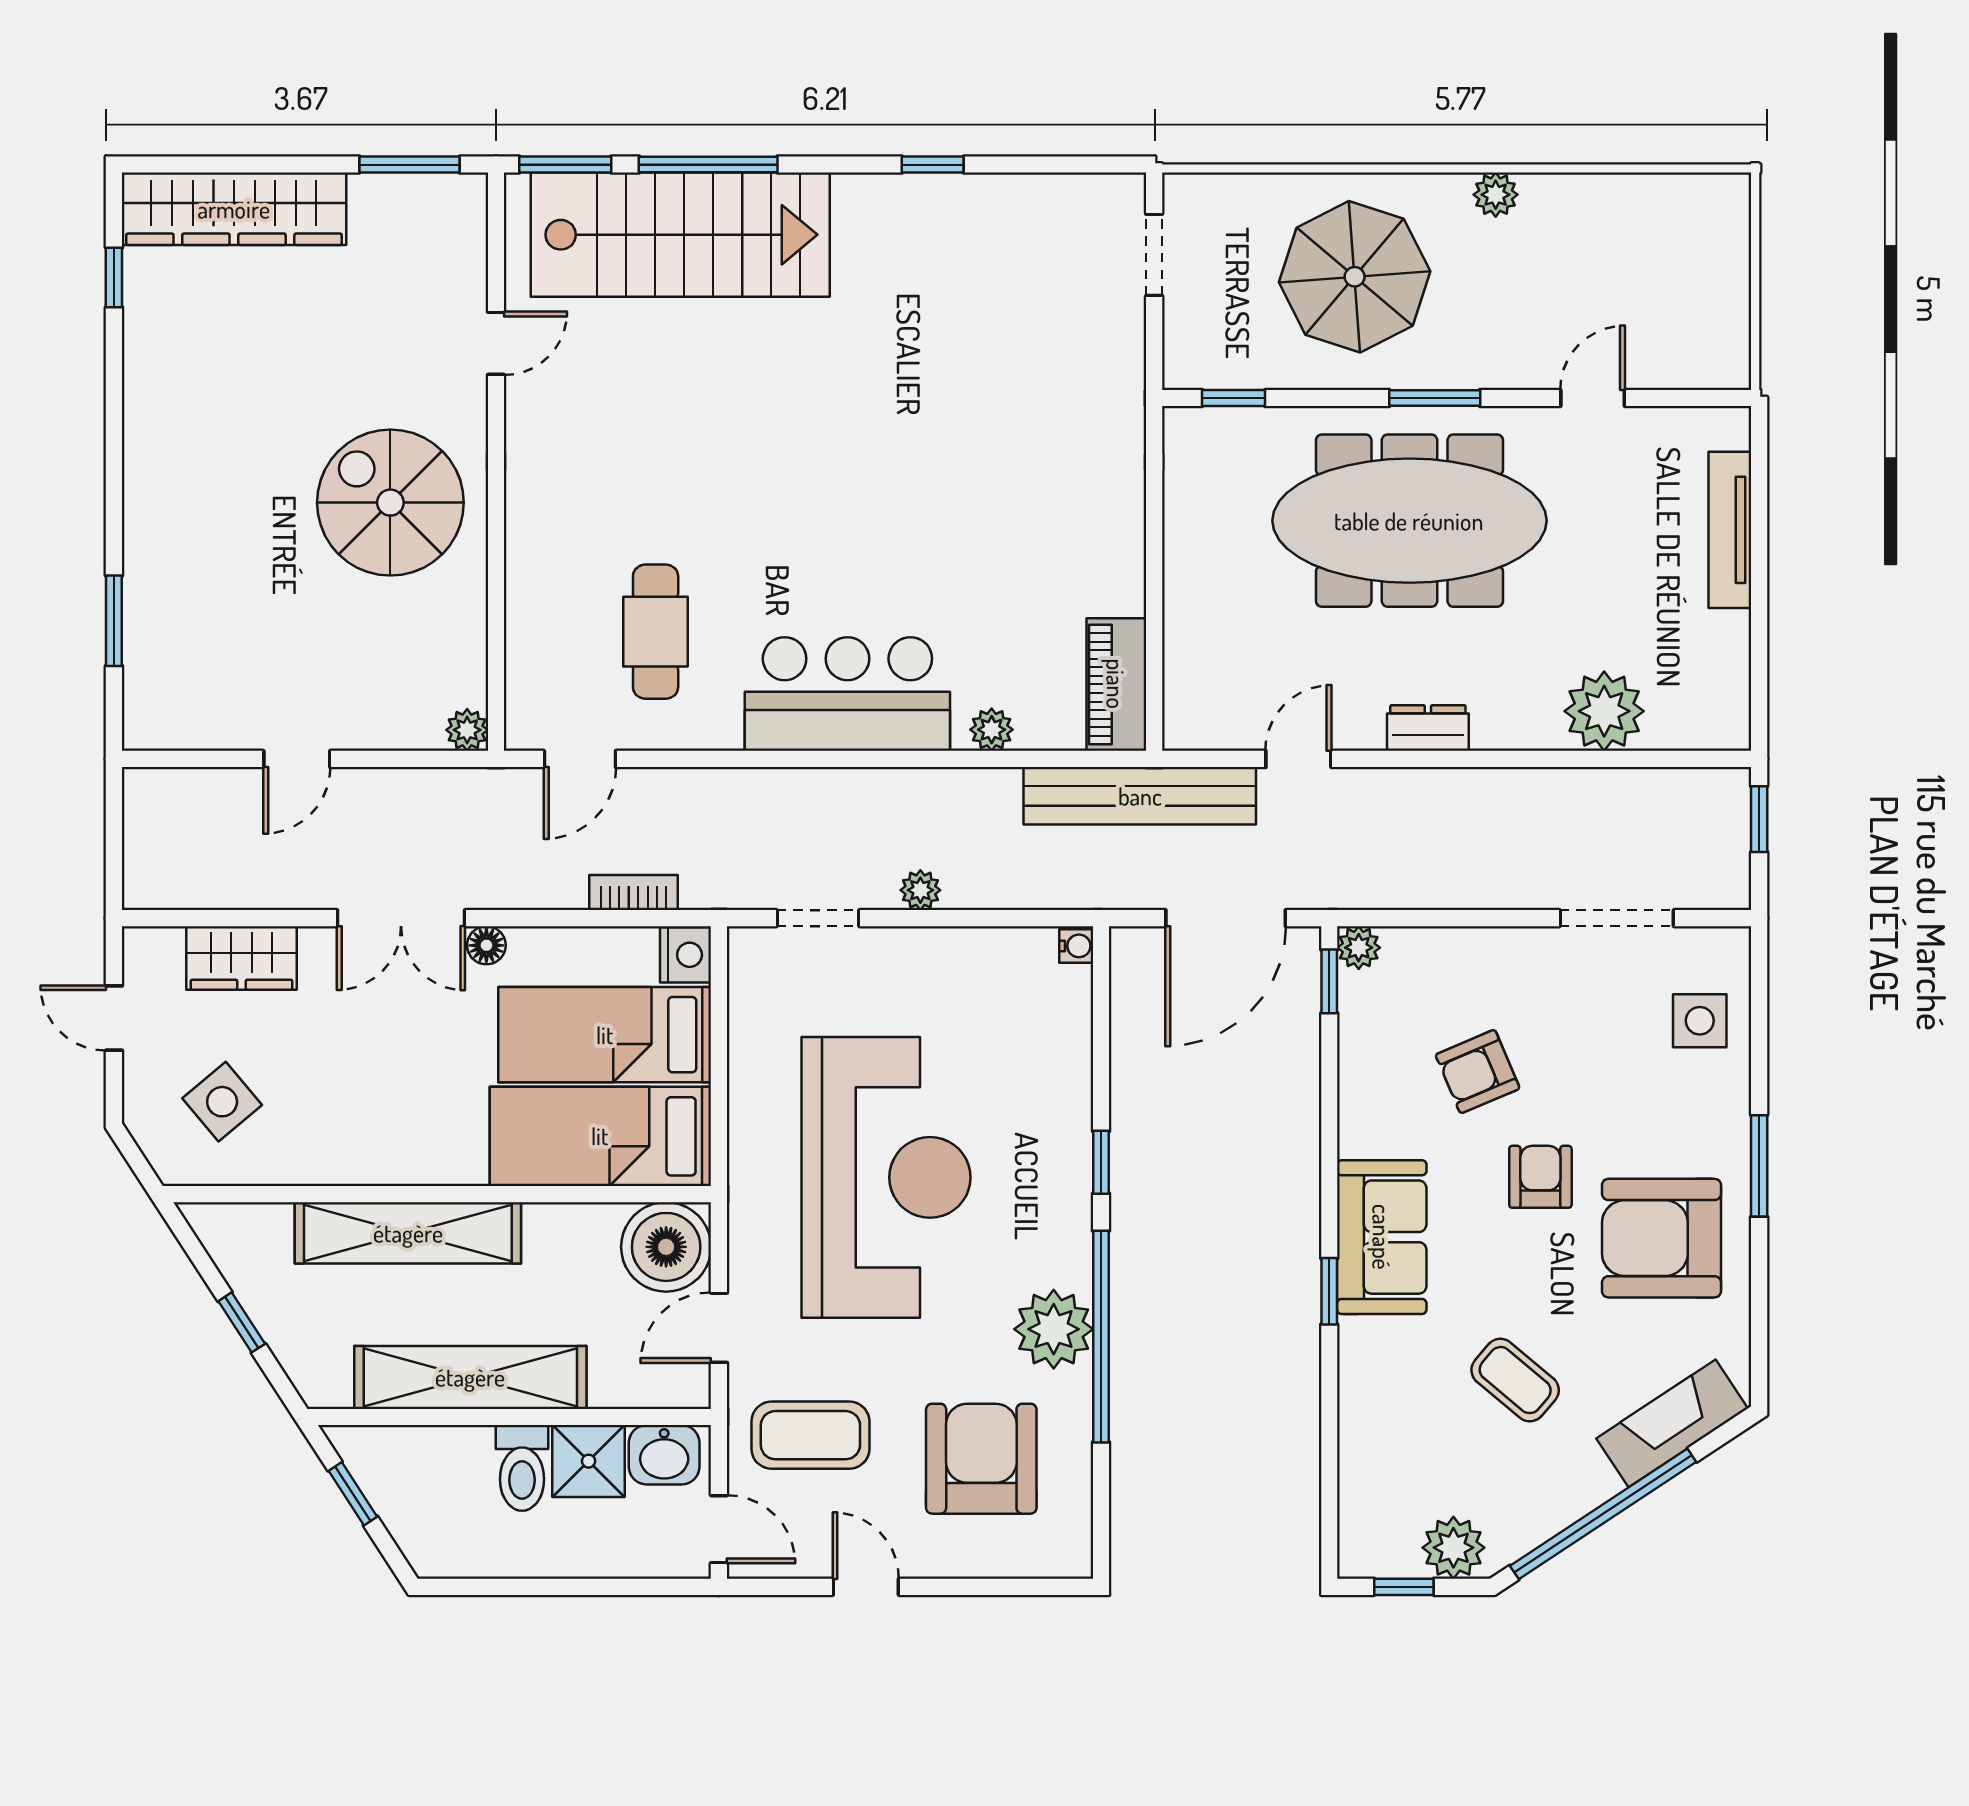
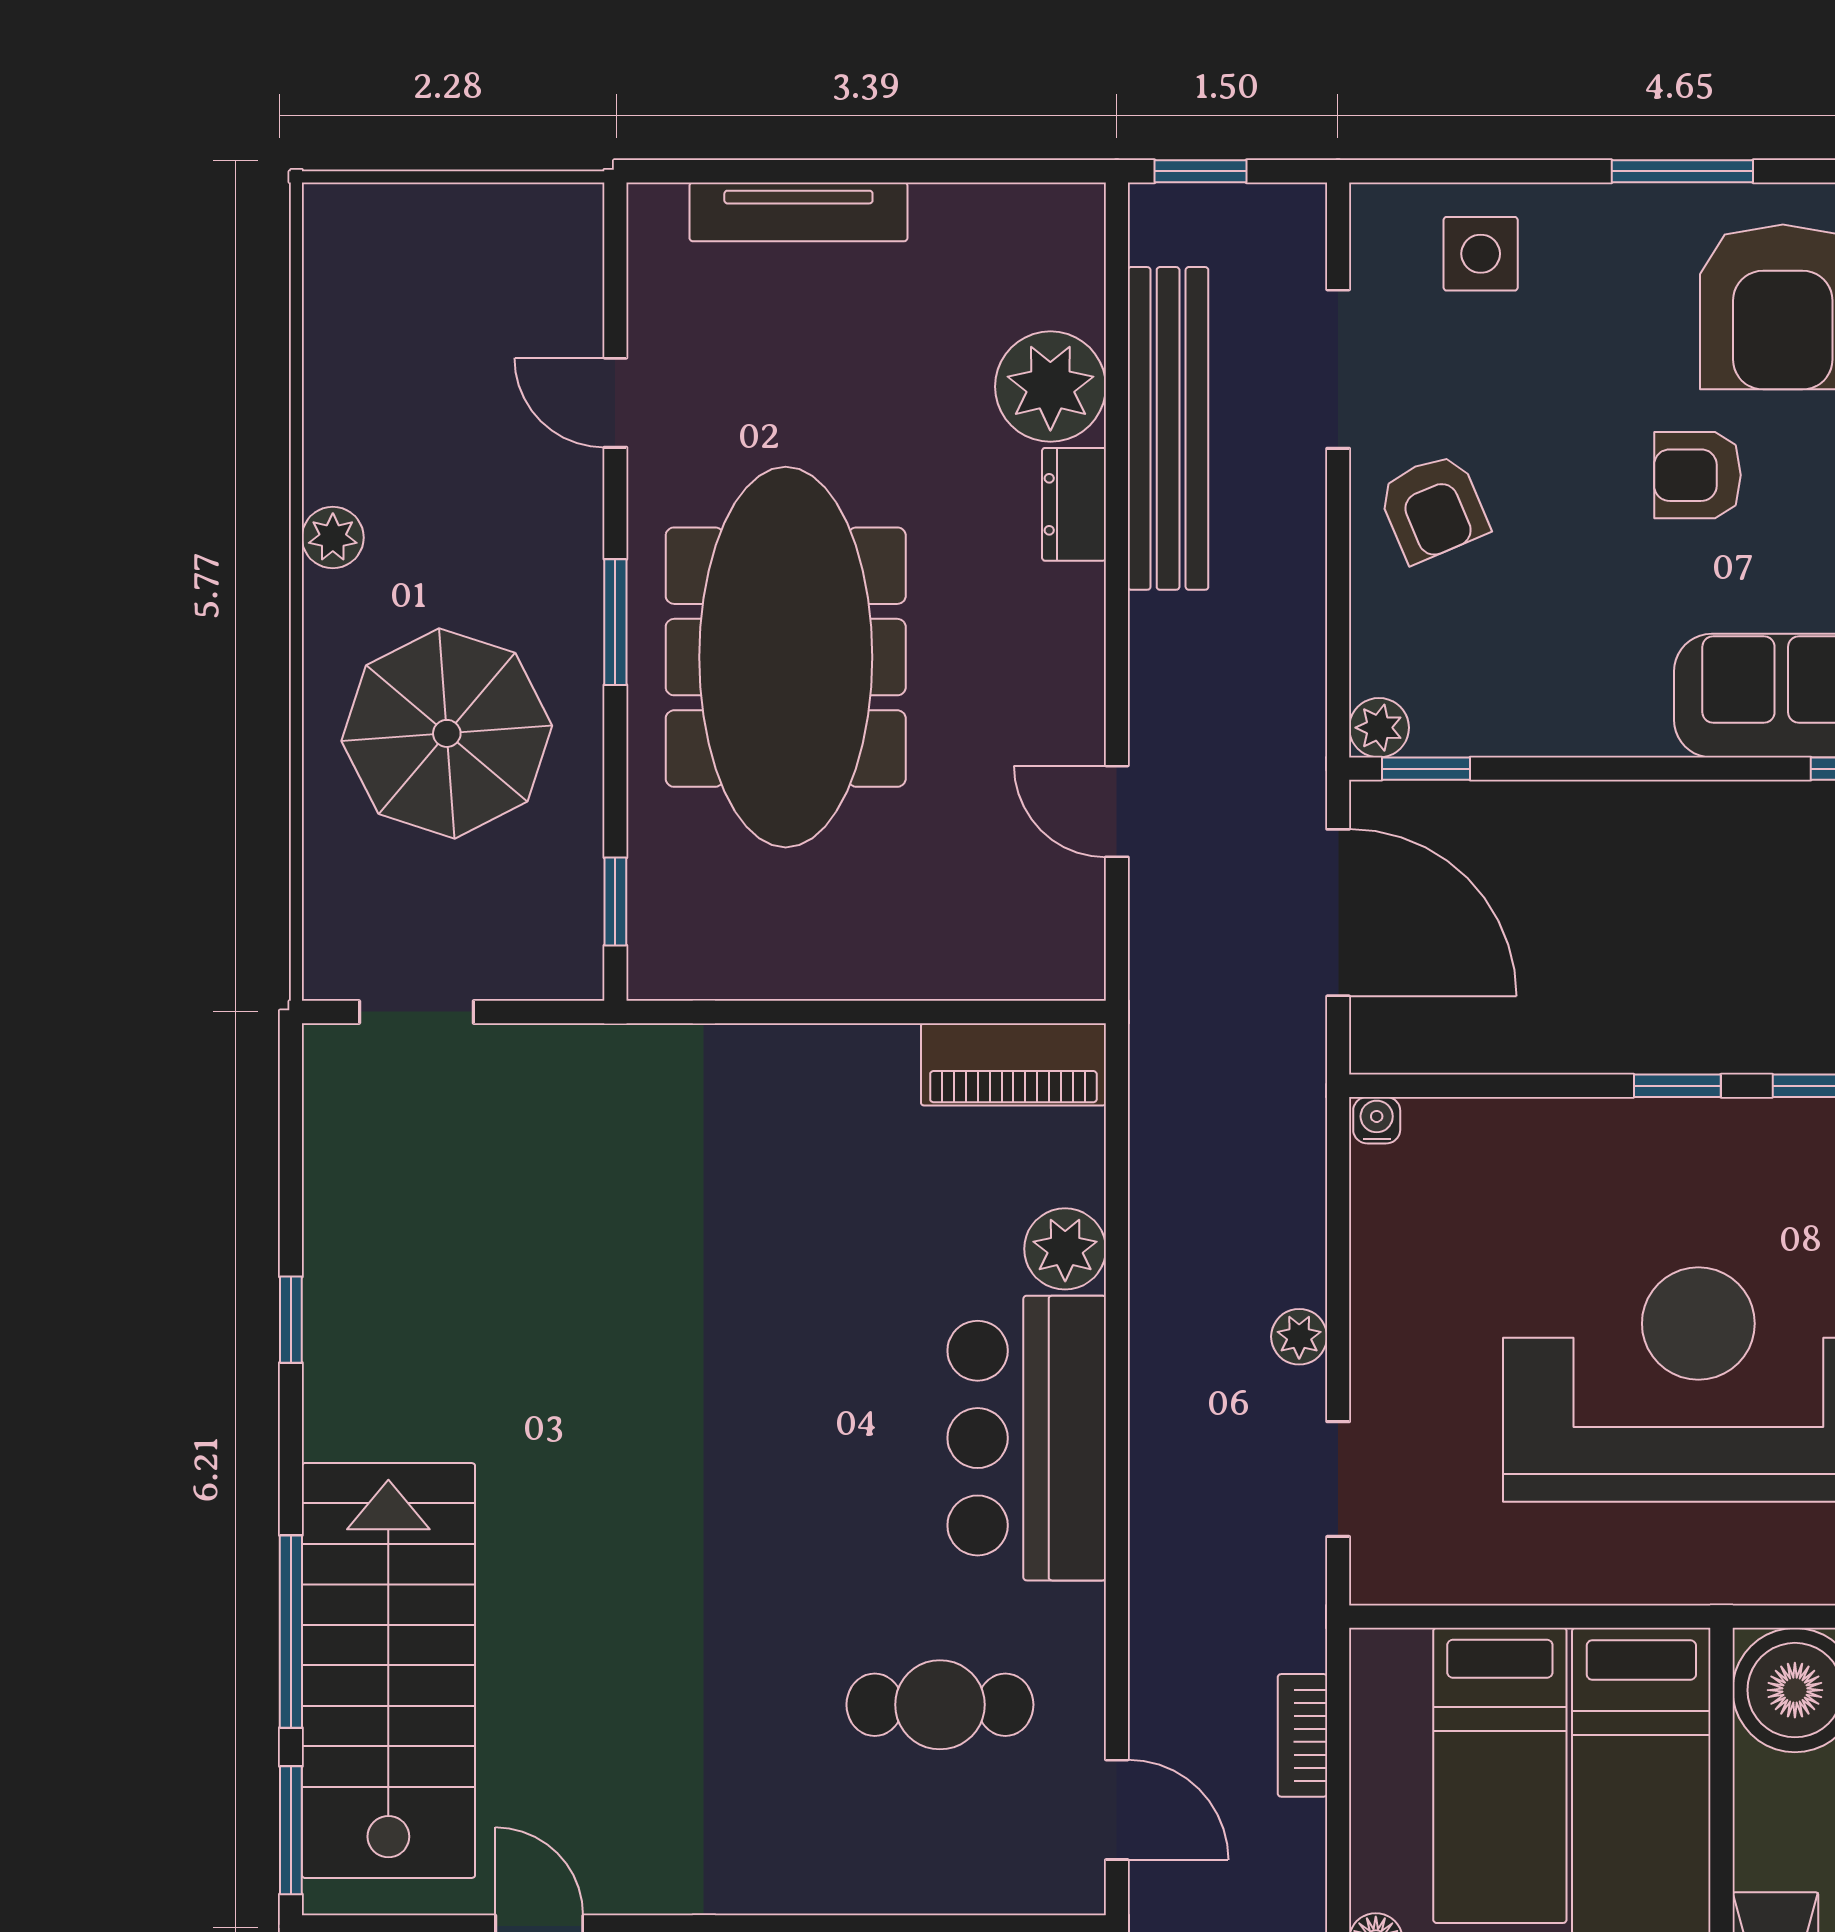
dresser: (1428, 728) -> (1074, 504), moved
plant: (992, 730) -> (1065, 1249), width x1.38, depth x1.38
bench: (1140, 796) -> (1168, 428), moved
nightstand: (685, 955) -> (1389, 1663), removed
armchair: (1478, 1072) -> (1433, 508), moved

